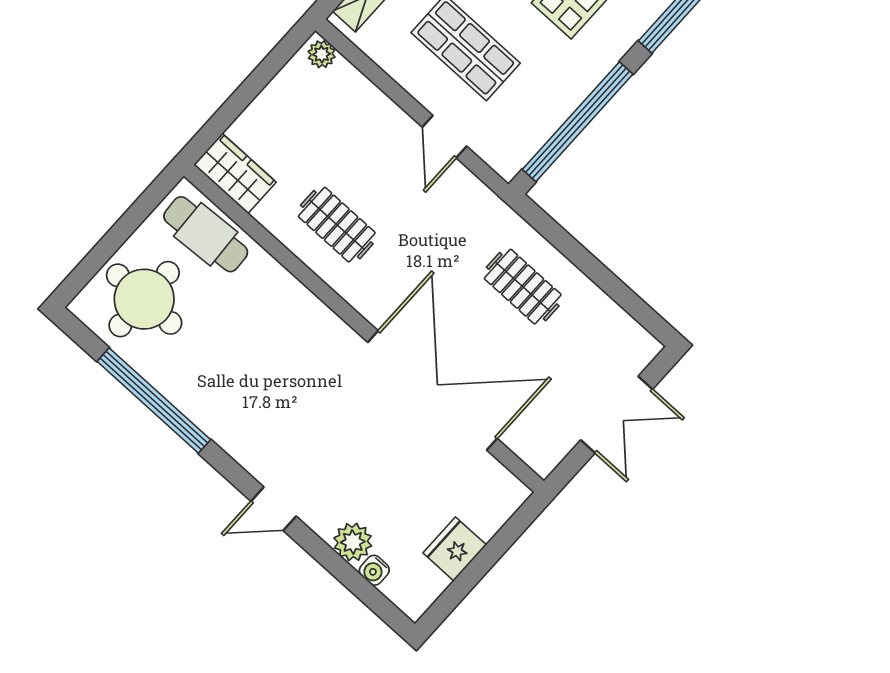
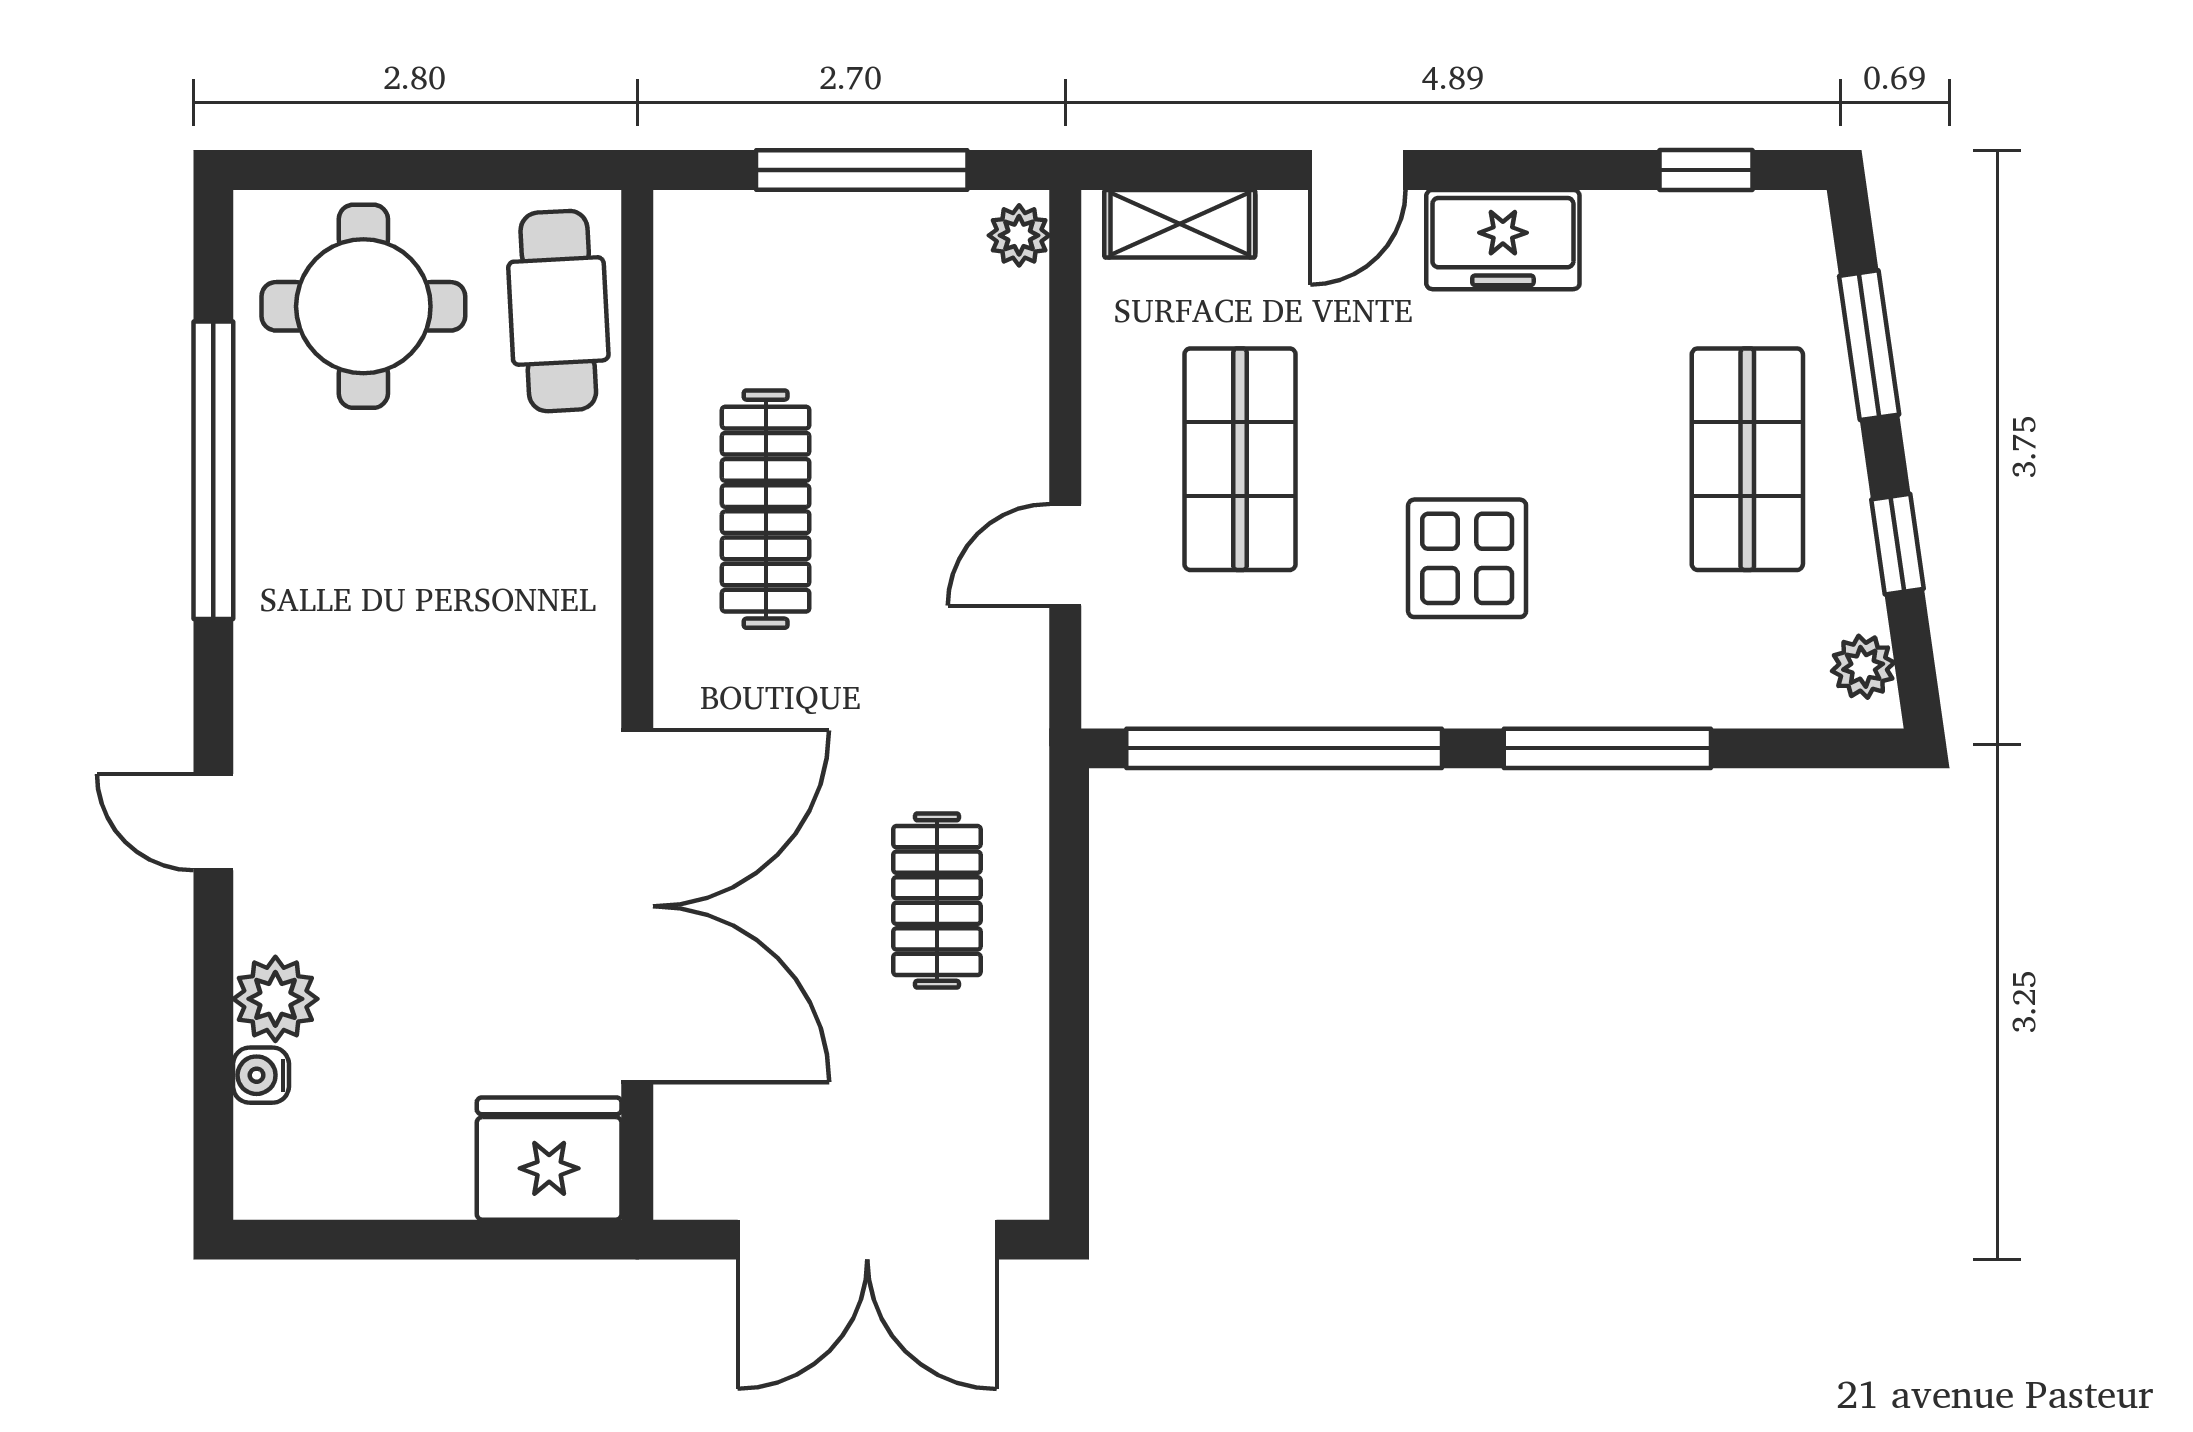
window: (251, 88) -> (862, 170), added
wardrobe: (235, 173) -> (699, 270), removed
clothes rail: (337, 225) -> (766, 509), width x1.36
double door: (617, 415) -> (867, 1240), width x1.37
fridge: (455, 549) -> (549, 1159), moved, width x1.36, depth x1.34

